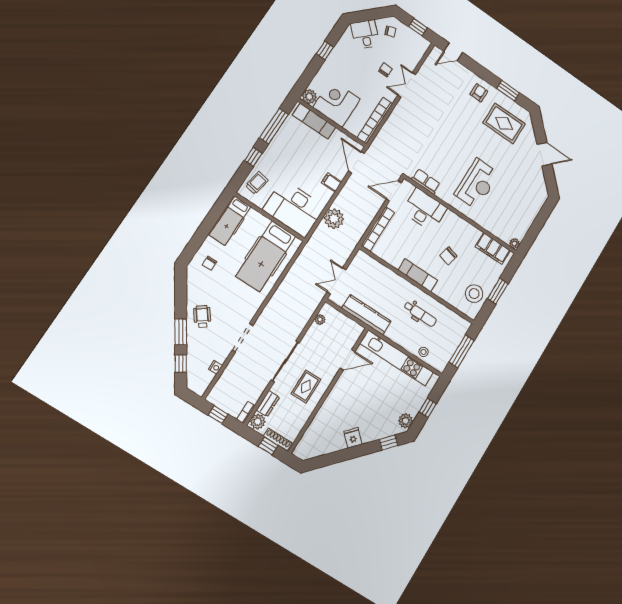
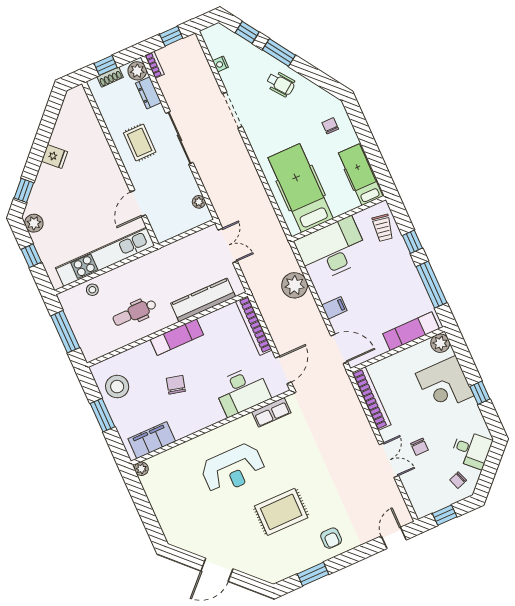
corner desk: (337, 103) -> (445, 385), moved, turned 90
rug: (504, 123) -> (281, 512), moved
reception desk: (477, 184) -> (233, 469), turned -90
kitchen counter: (366, 315) -> (203, 300), moved, turned 180
shoe rack: (278, 439) -> (110, 77), width x0.70

